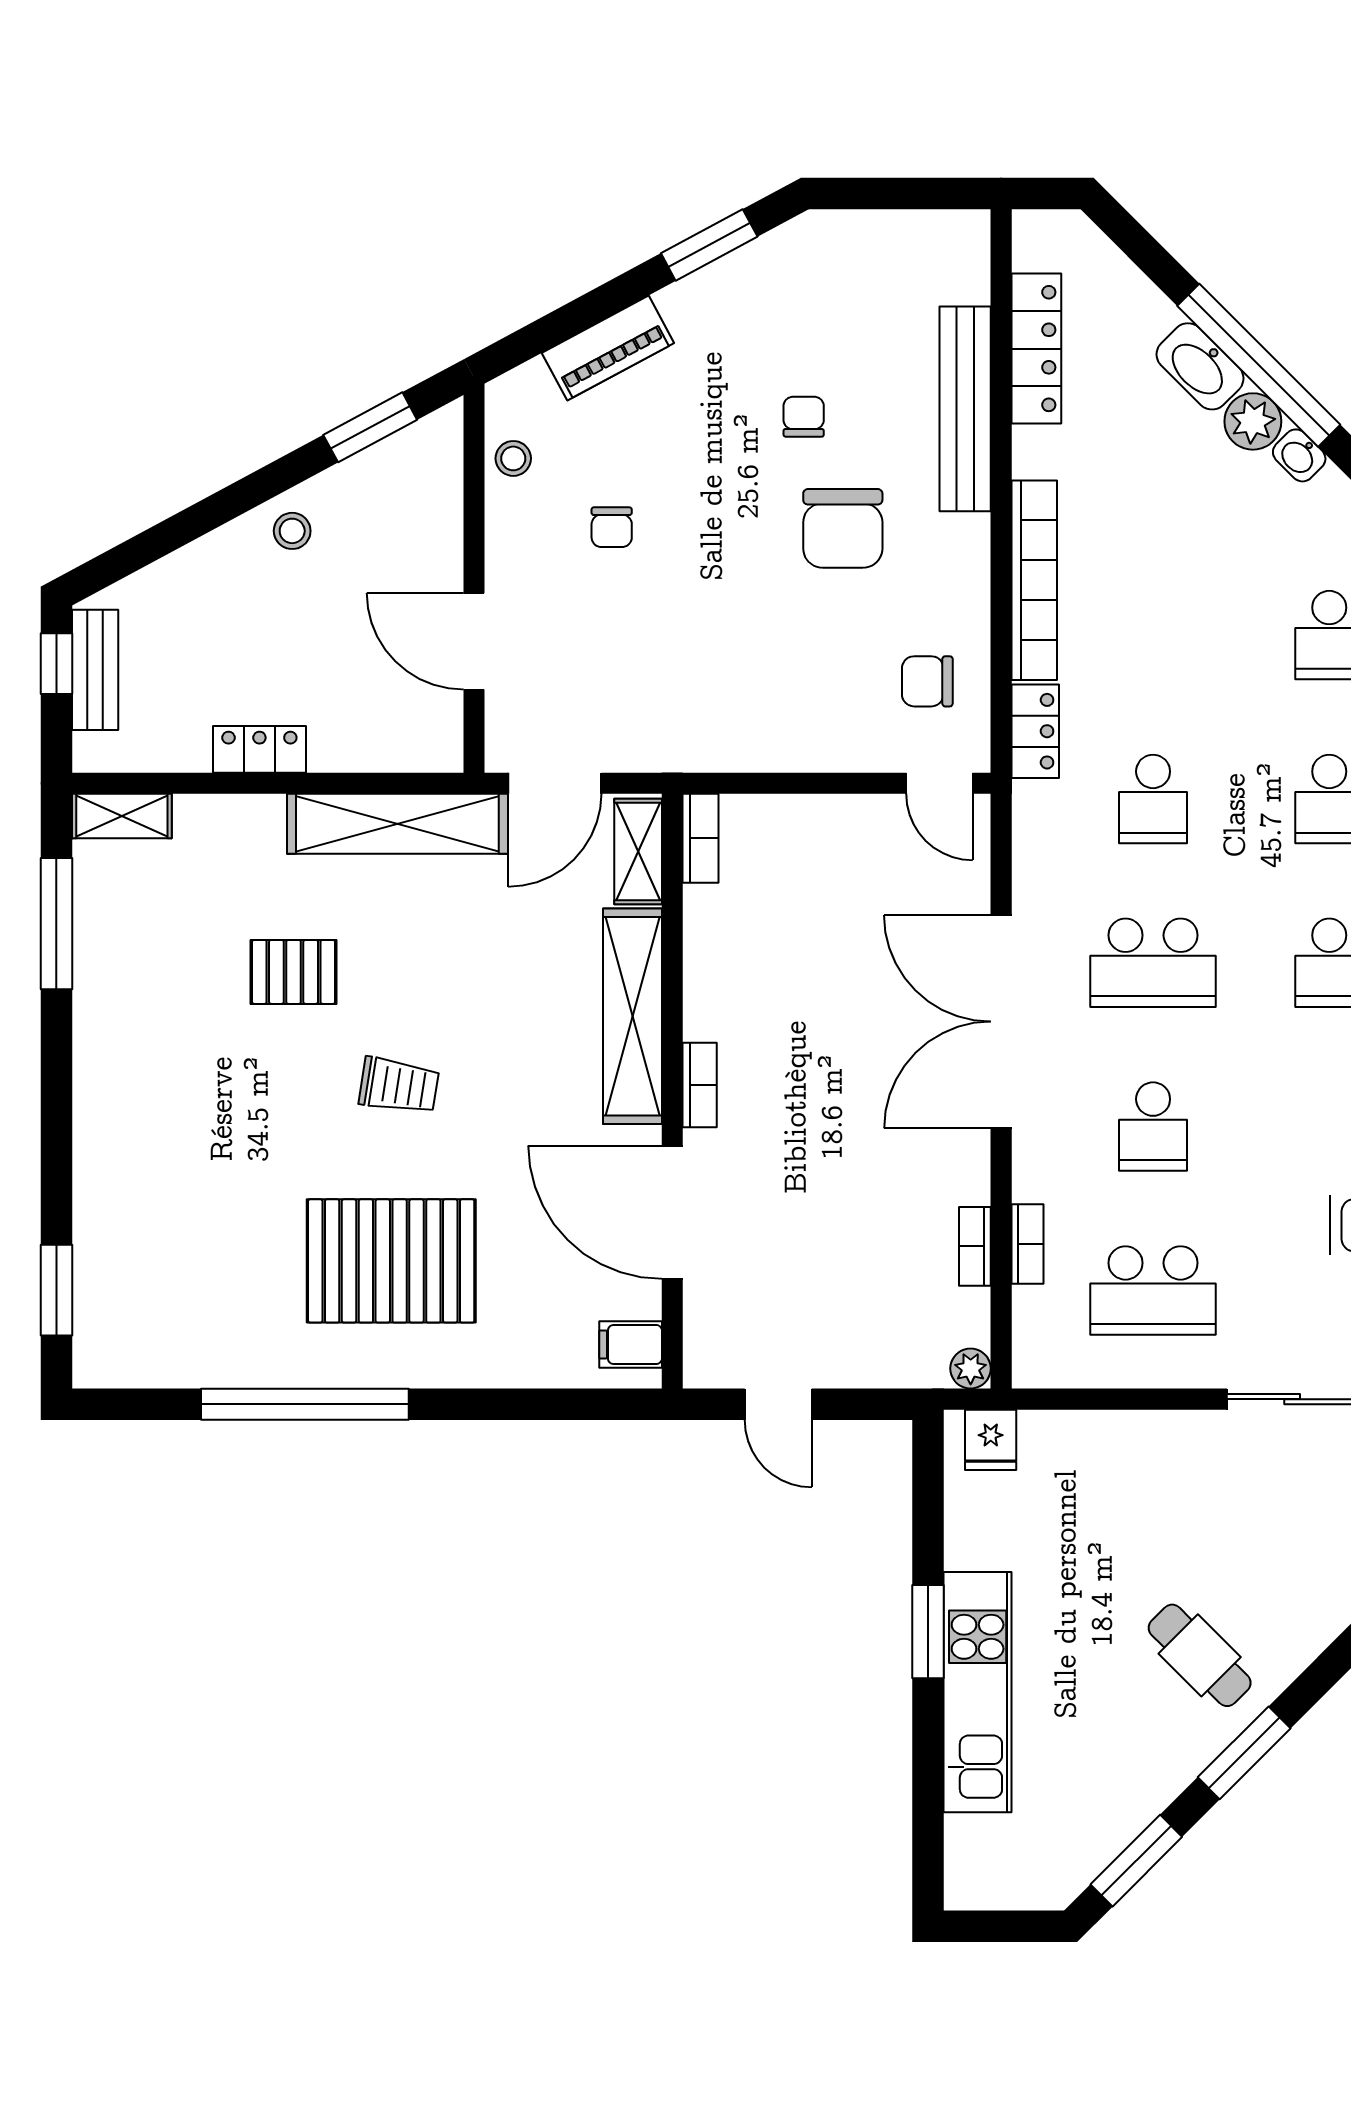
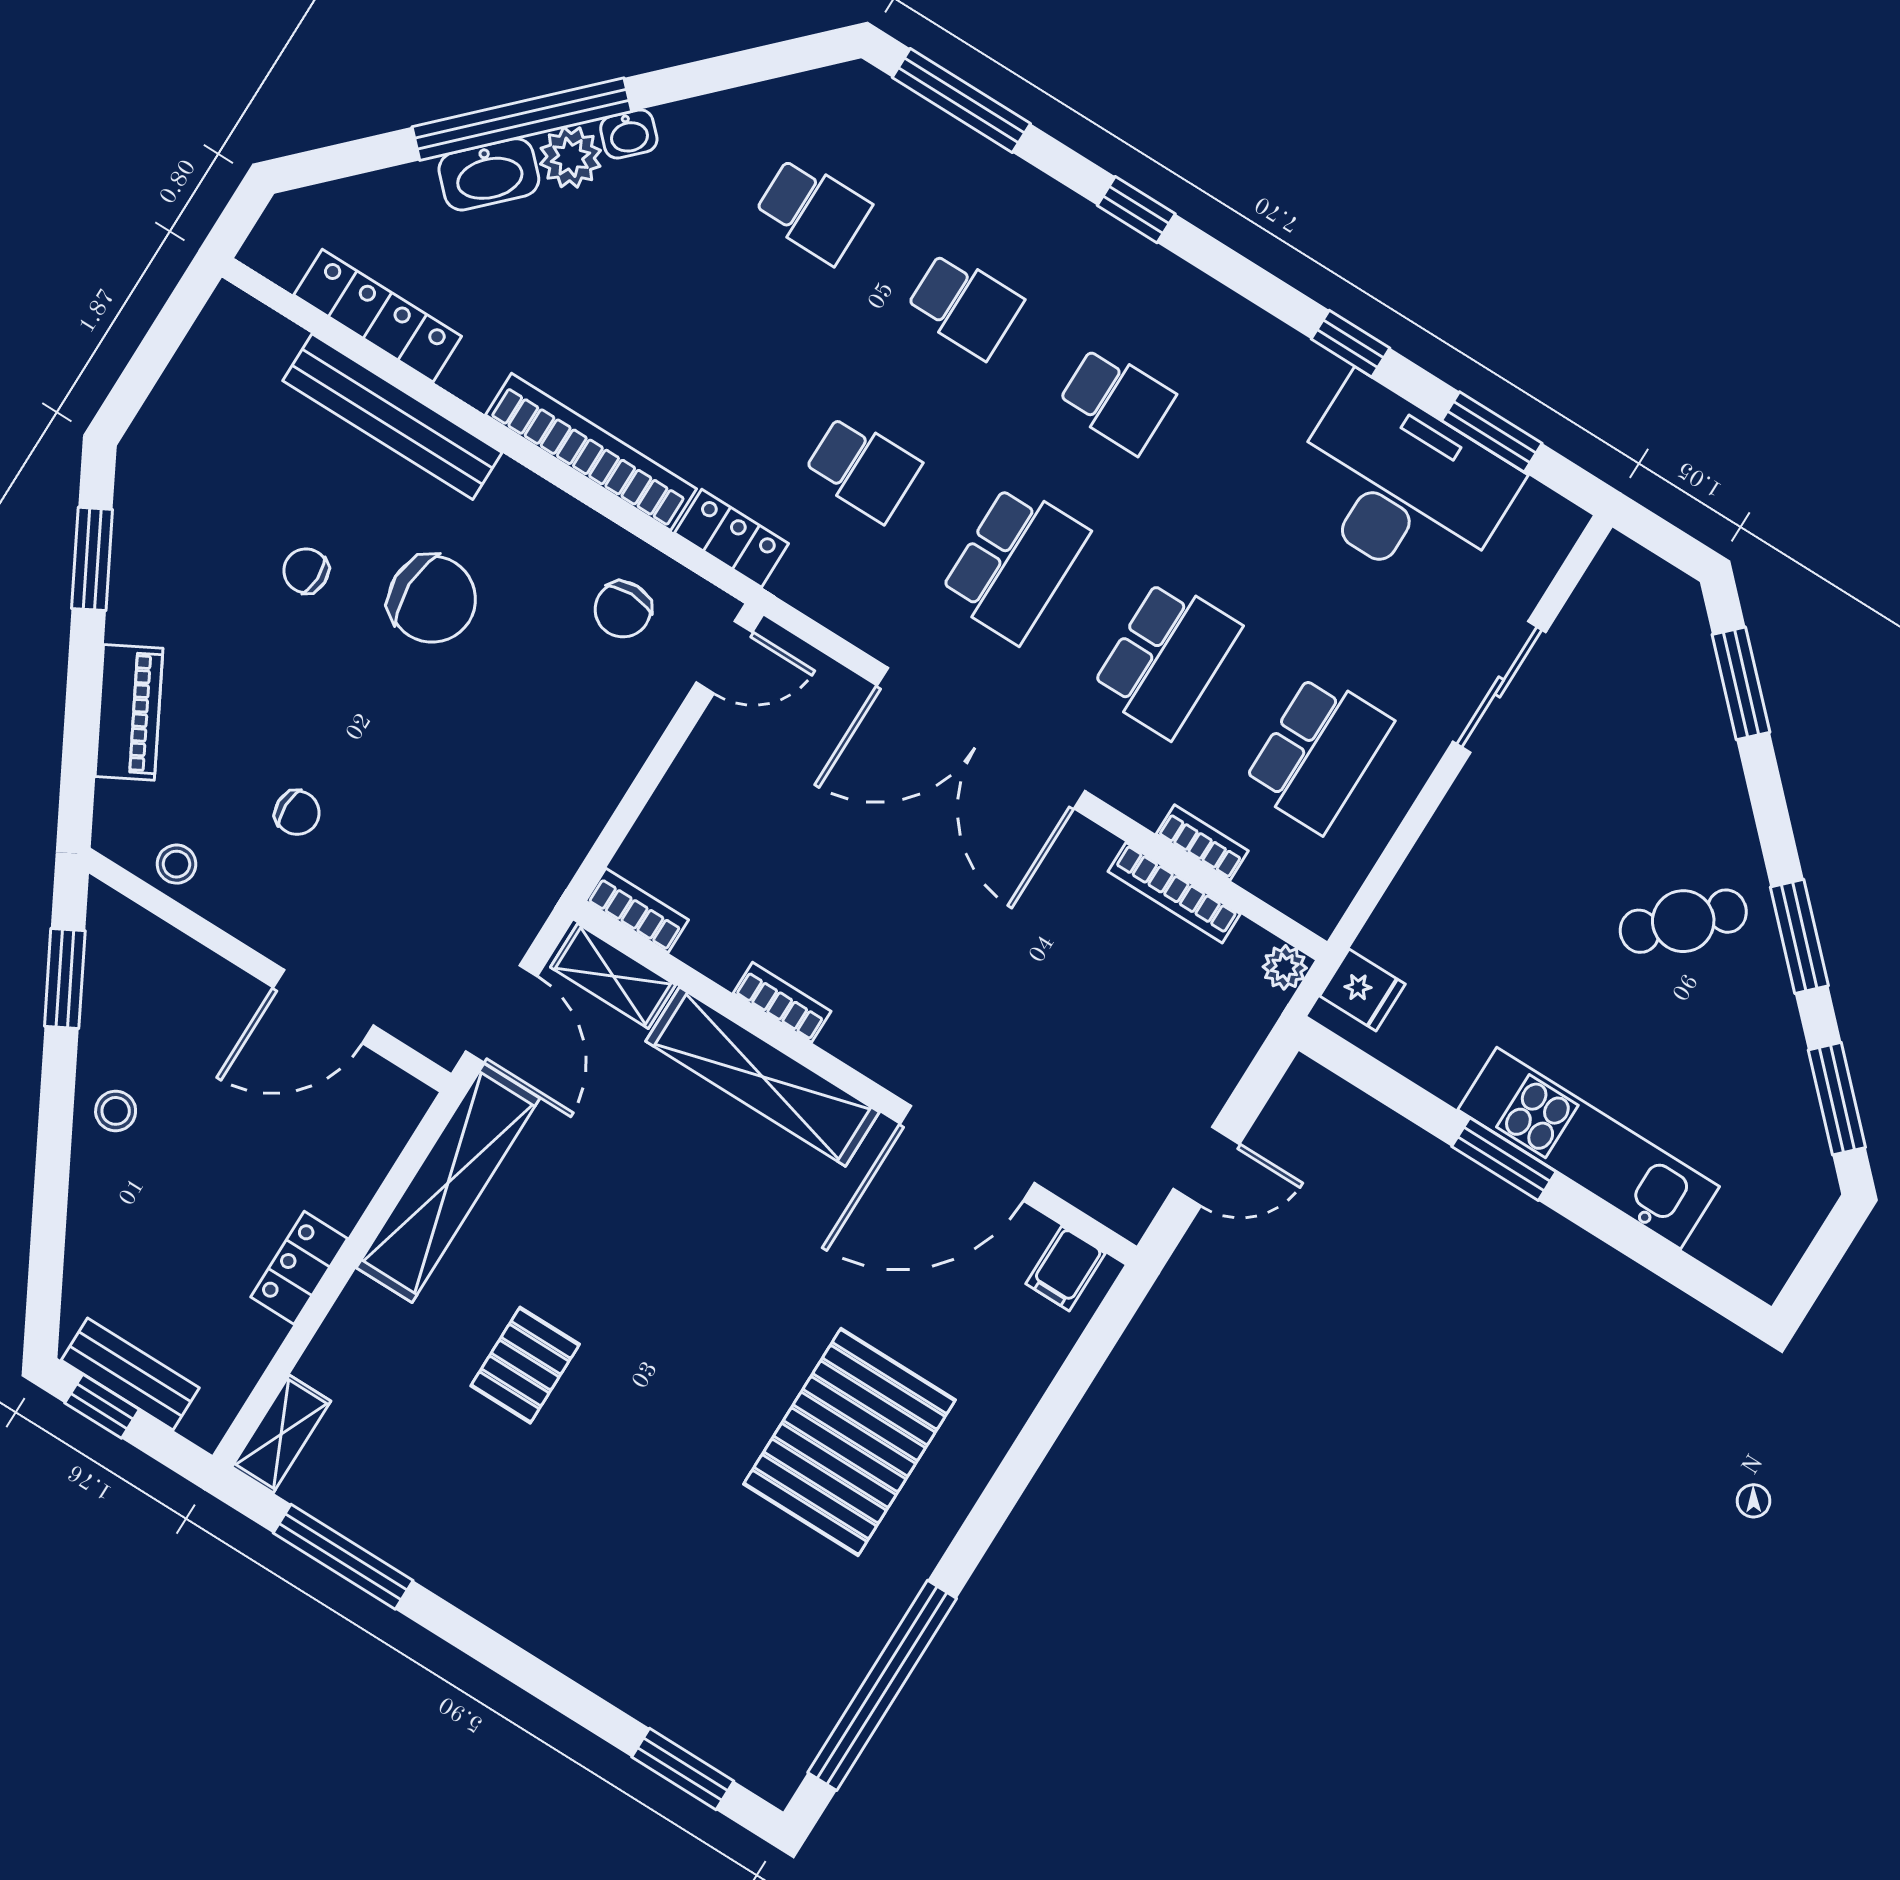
bookcase: (700, 1085) -> (782, 1002), moved
trolley: (399, 1086) -> (692, 1333), removed
school desk: (1153, 1127) -> (1166, 658), width x1.85
bookcase: (975, 1246) -> (1174, 893), width x1.56
window: (305, 1404) -> (882, 1685), moved

